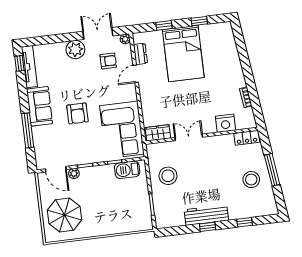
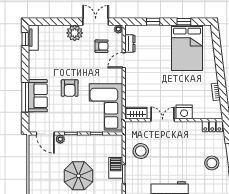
bed: (183, 54) -> (187, 48), moved
tv unit: (29, 67) -> (33, 38), width x0.71
sofa: (39, 106) -> (38, 96), moved
nightstand: (225, 123) -> (184, 112), moved
barbecue: (127, 170) -> (116, 168), moved, turned 90
parasol: (64, 215) -> (79, 176), moved

